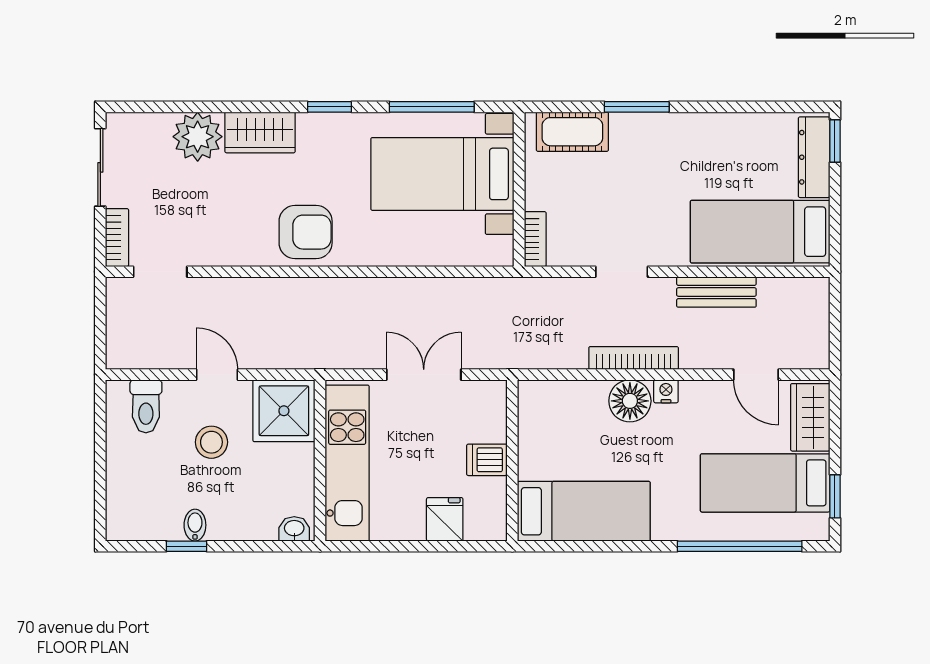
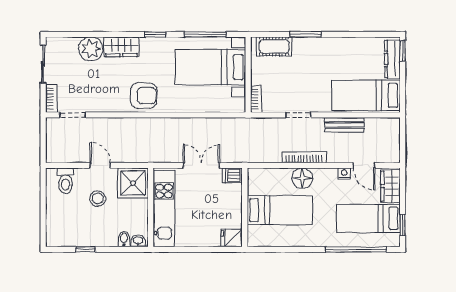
nightstand: (666, 391) -> (344, 174), moved
dishwasher: (487, 460) -> (232, 176), moved
bed: (584, 511) -> (280, 210), moved
fridge: (445, 519) -> (232, 238), moved, turned -90
bidet: (195, 525) -> (124, 239), moved

